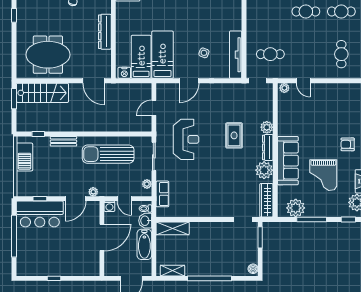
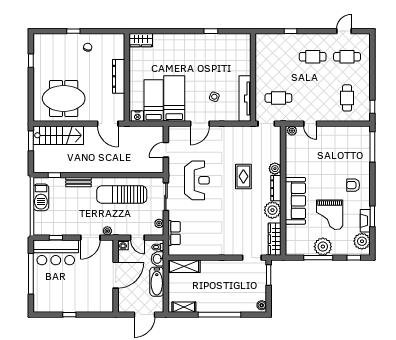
plant: (296, 208) -> (323, 247), moved

